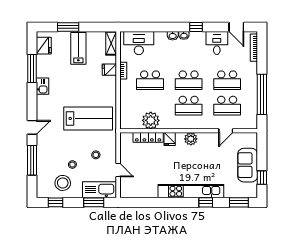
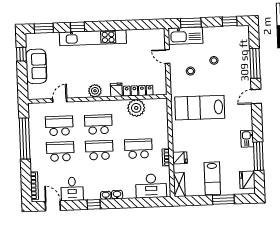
stool: (63, 183) -> (223, 41), removed

